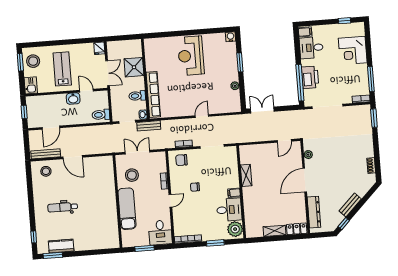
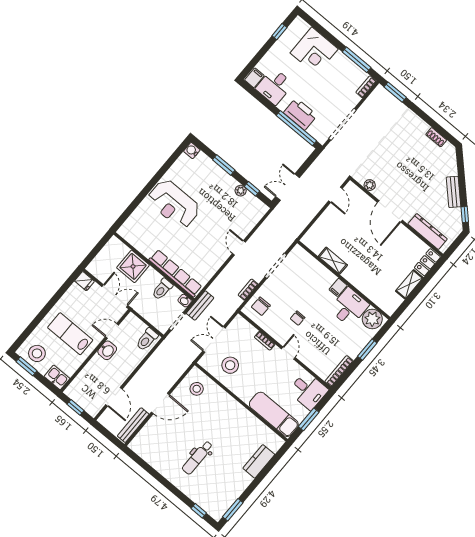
window: (242, 91) -> (252, 189), added
stool: (46, 171) -> (197, 389), moved
exam couch: (127, 209) -> (274, 414), moved
kitchen counter: (61, 246) -> (259, 461), moved

